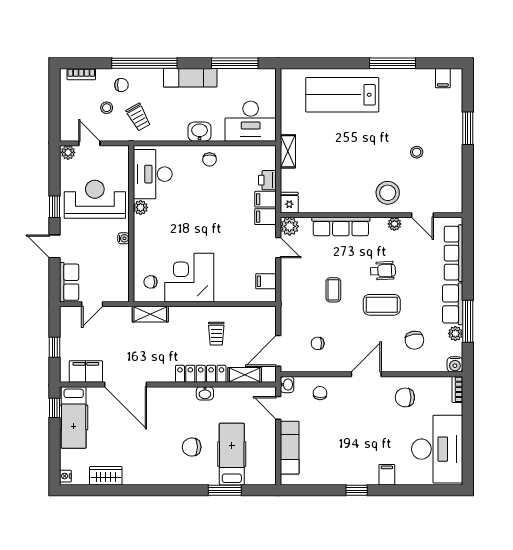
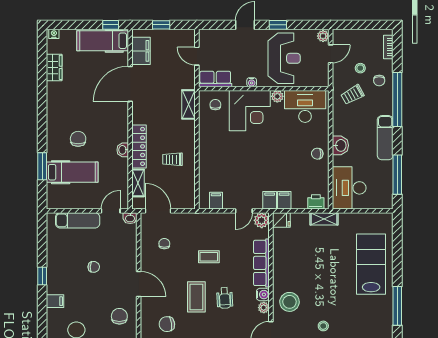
printer: (267, 180) -> (316, 202), moved
water cooler: (379, 225) -> (263, 295), added
corner desk: (189, 278) -> (250, 111), moved, turned 90
row of seats: (69, 282) -> (215, 79), moved, turned 180
chair: (320, 393) -> (94, 267), moved

